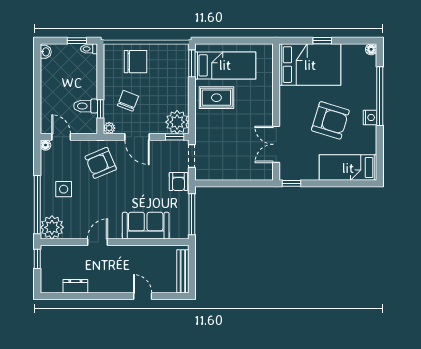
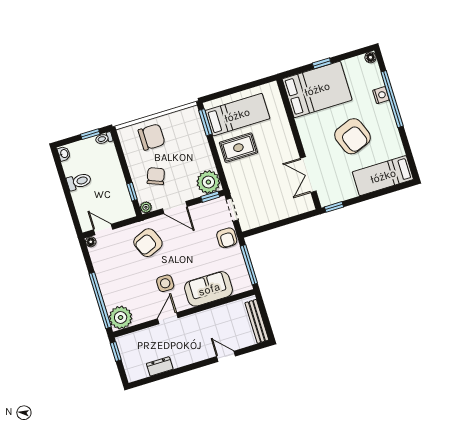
toilet: (86, 106) -> (79, 181), moved, turned 180
nightstand: (370, 117) -> (381, 95), moved
armchair: (330, 120) -> (352, 136), turned 52
side table: (64, 189) -> (165, 283), moved

